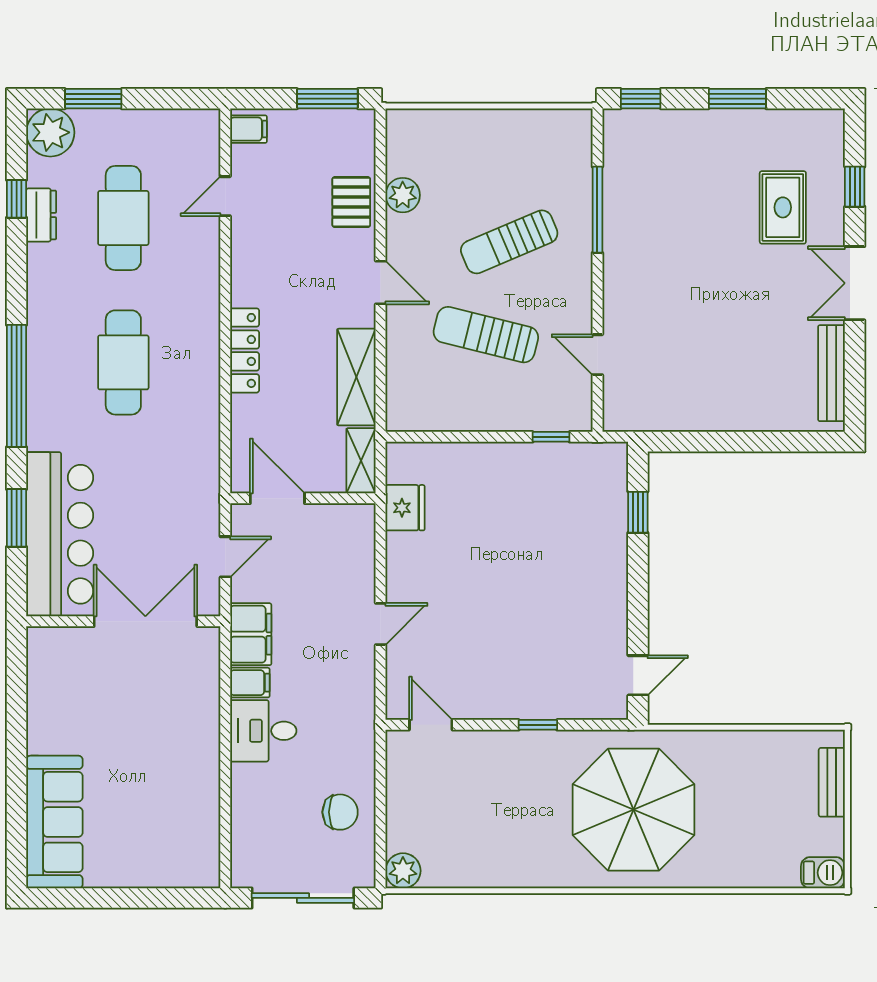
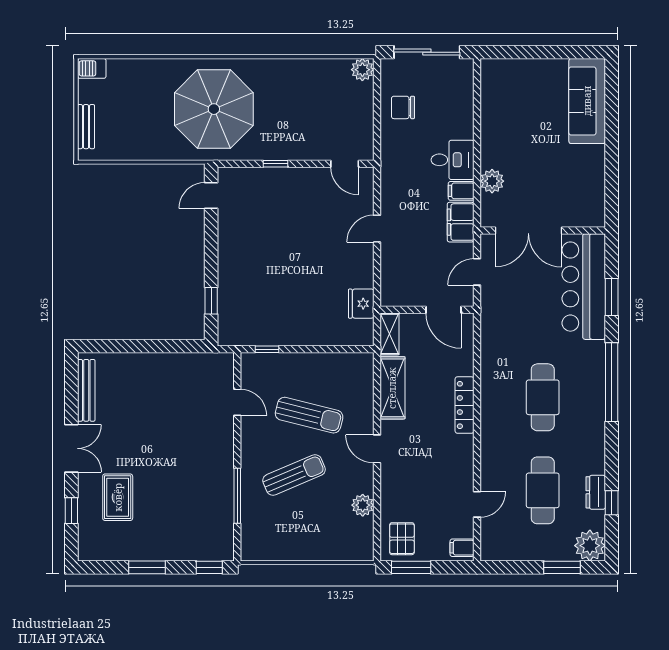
pallet: (351, 202) -> (402, 539), moved
plant: (202, 698) -> (492, 181), added

